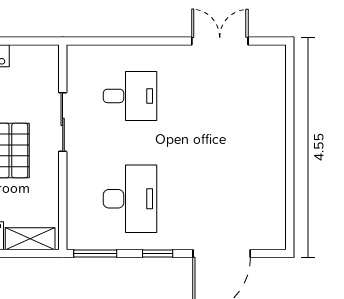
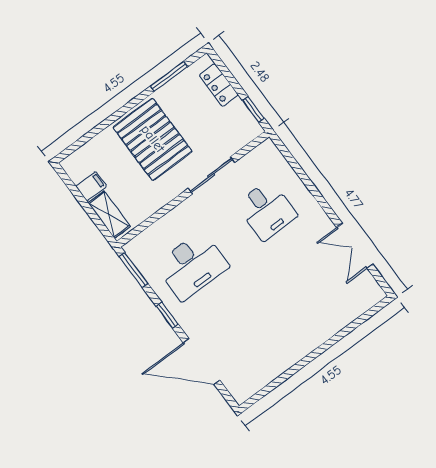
window: (32, 41) -> (253, 110), added
double door: (220, 41) -> (355, 246), swing flipped

